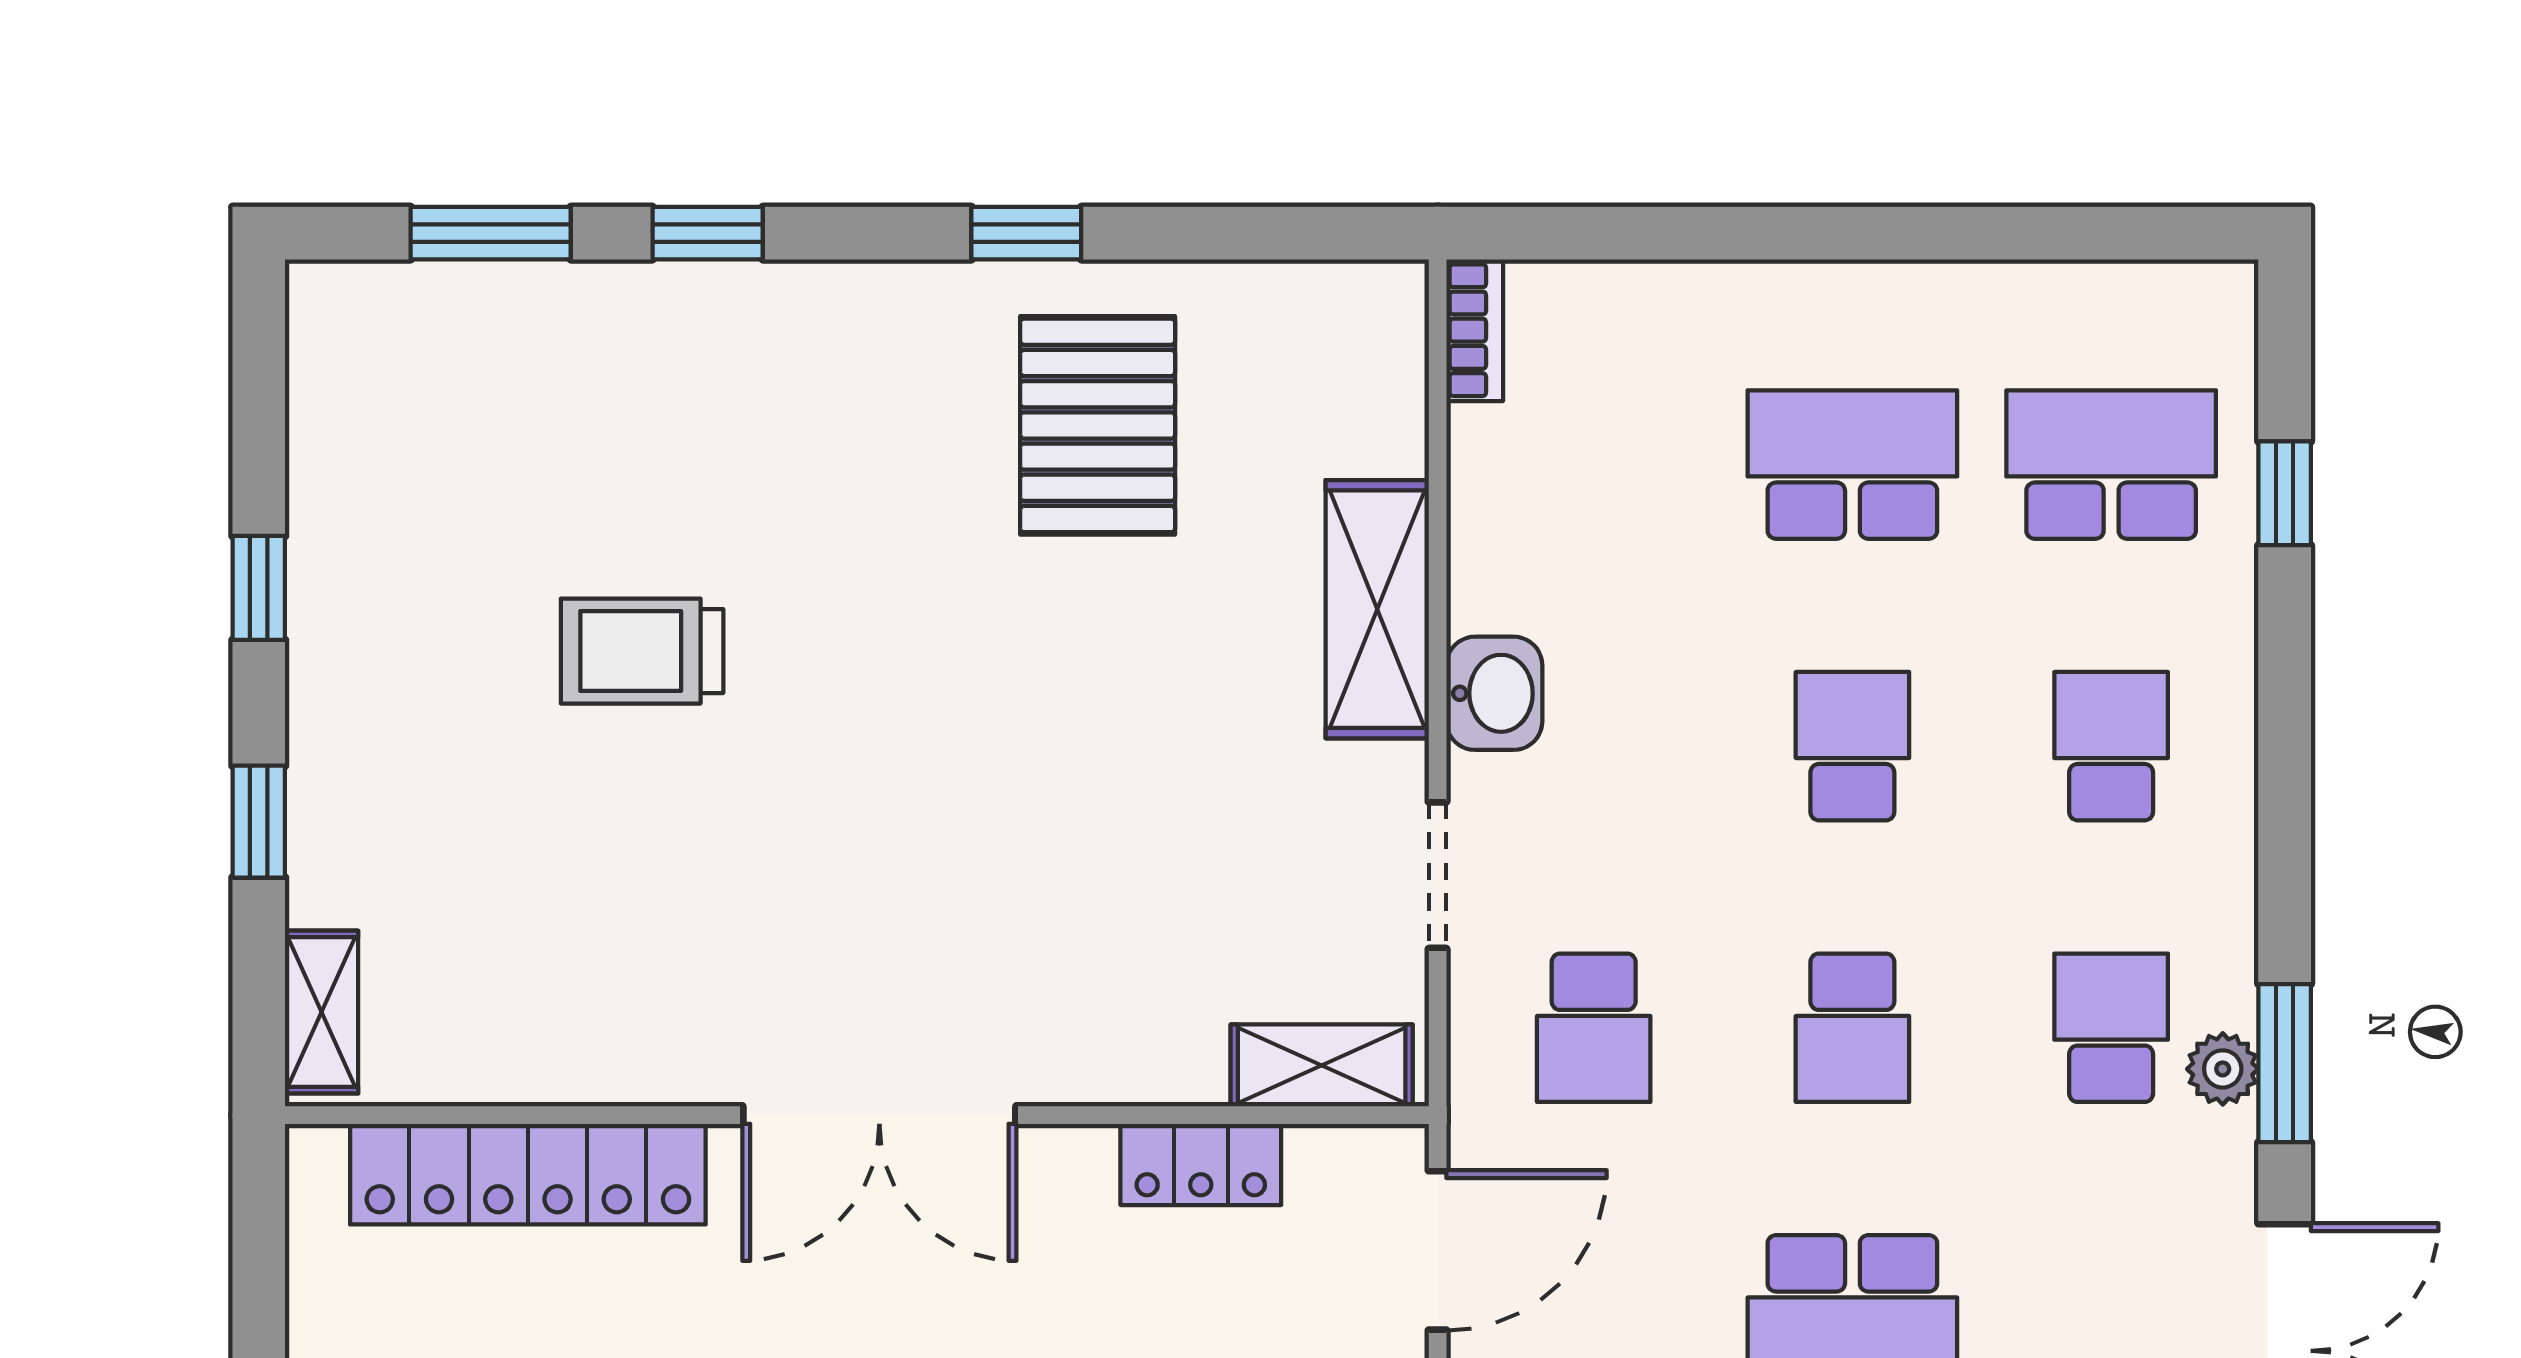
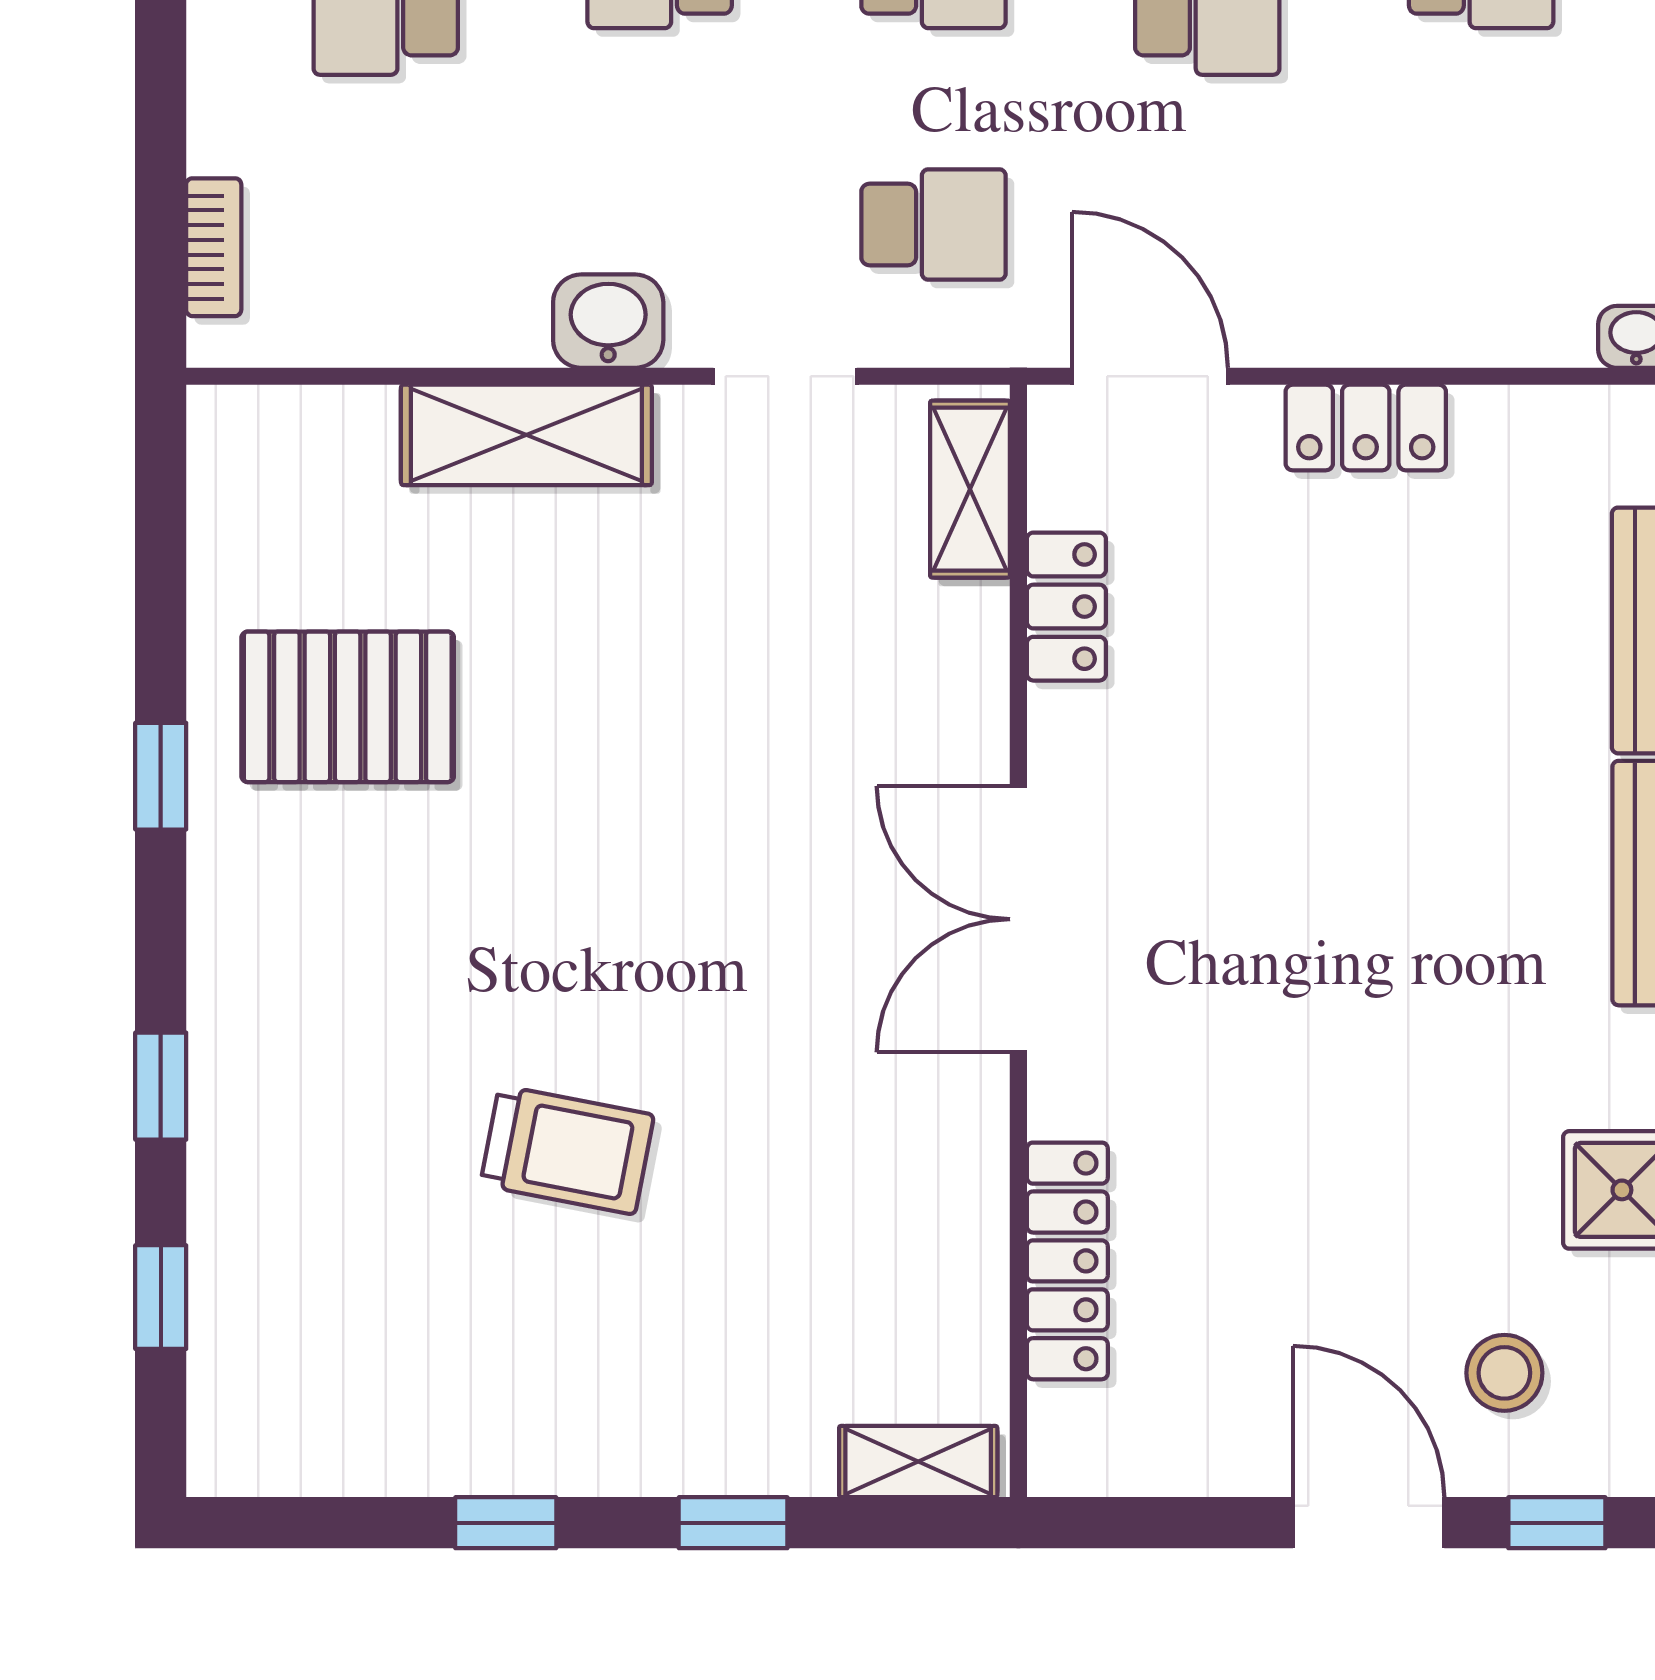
window: (491, 233) -> (161, 1297), width x0.67
bookcase: (1475, 330) -> (214, 247), moved, turned 90
trolley: (642, 651) -> (567, 1150), turned -79
double door: (879, 1115) -> (1018, 919), swing flipped
locker: (528, 1174) -> (1067, 1261), width x0.71, depth x0.83

